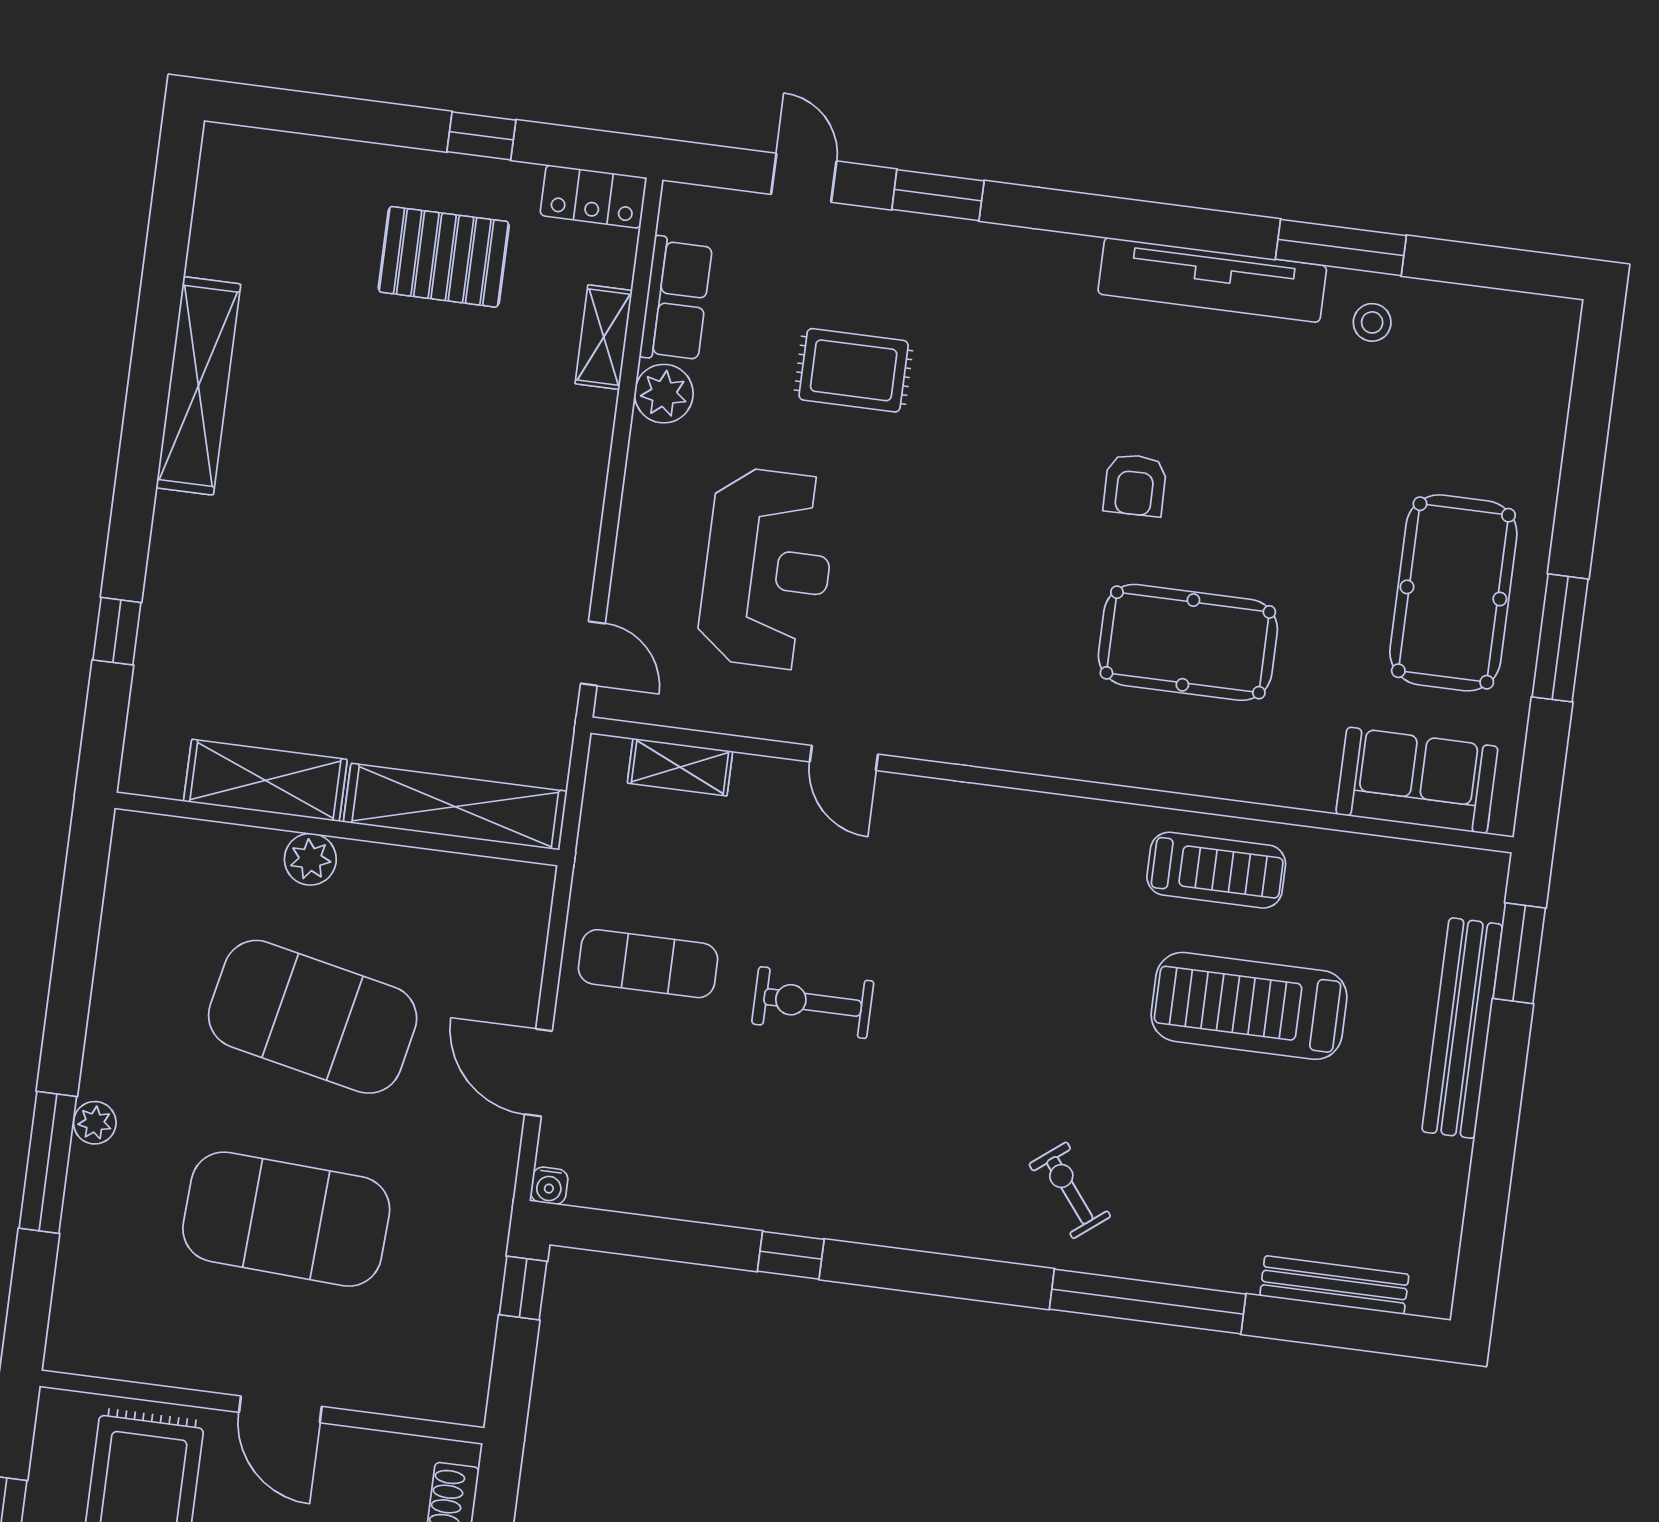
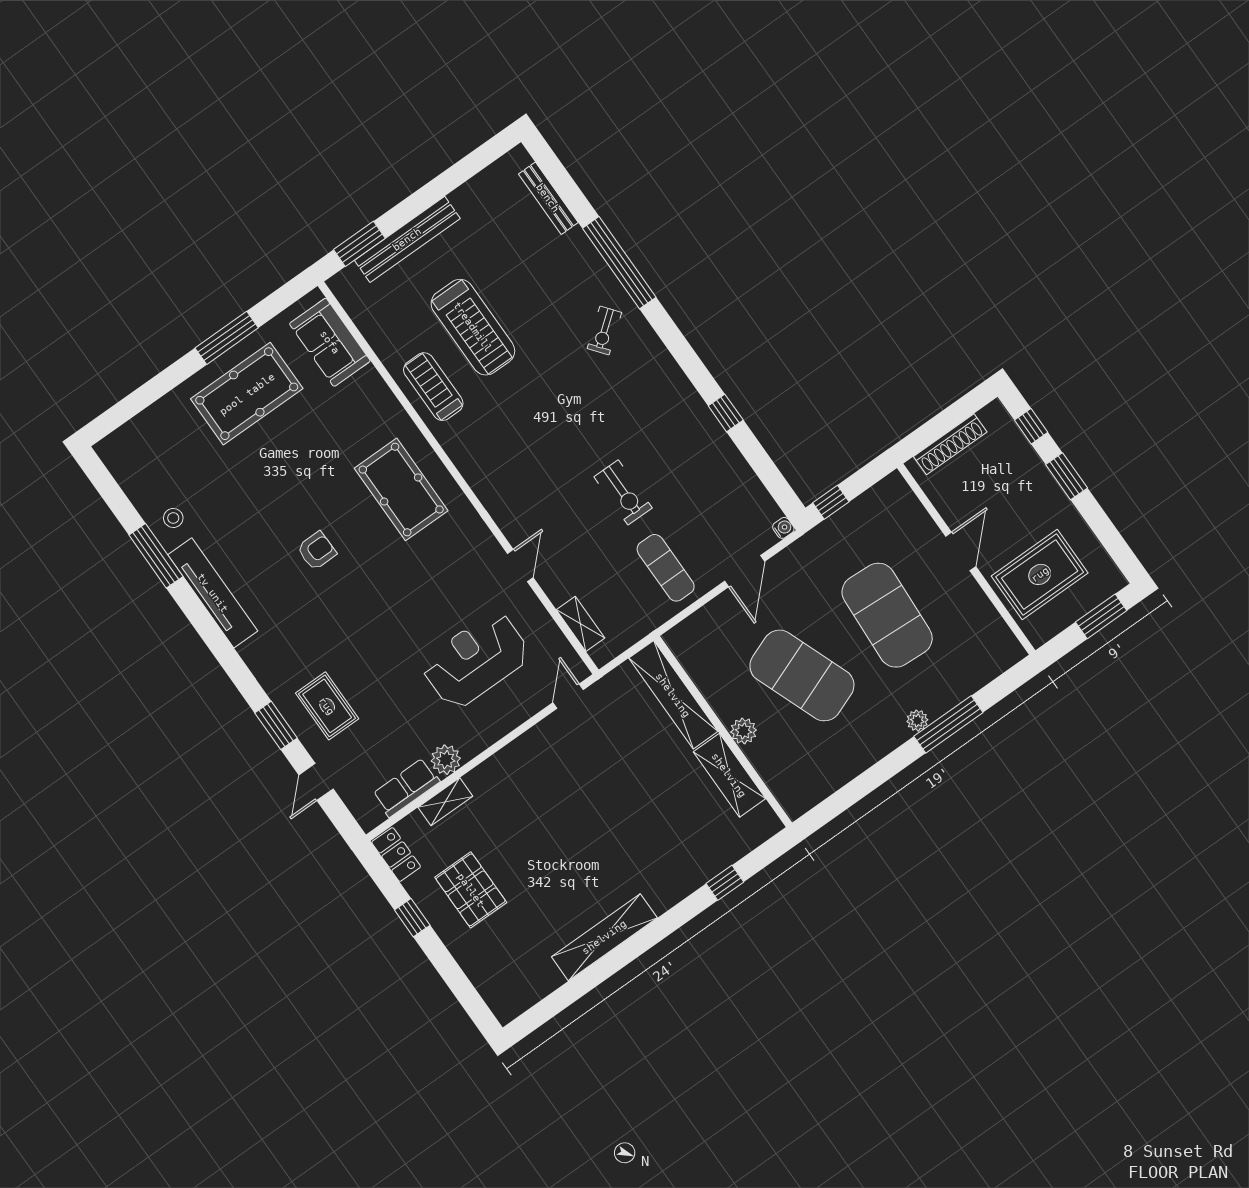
rug: (854, 370) -> (327, 706), moved
pool table: (1188, 642) -> (401, 489), moved
exercise mat: (313, 1017) -> (802, 675), turned -33

